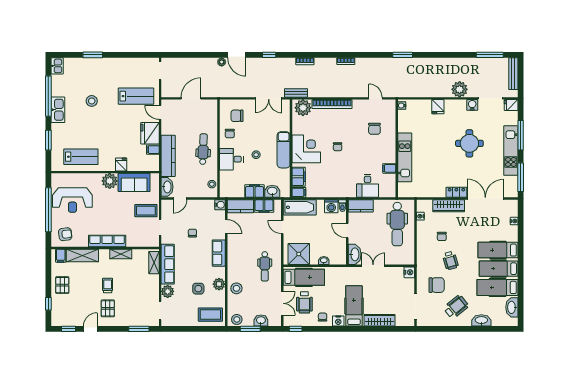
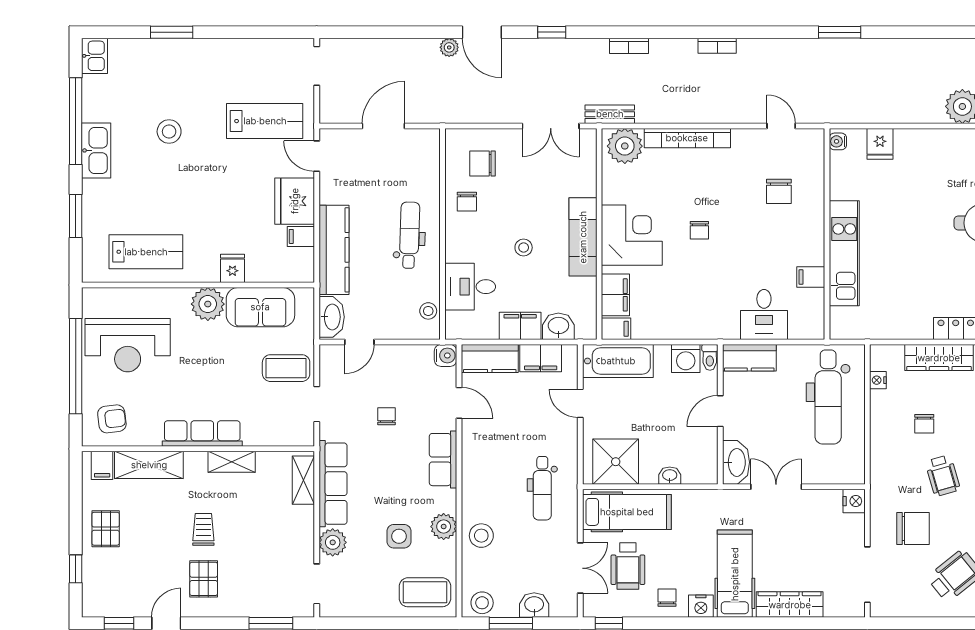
fridge: (438, 107) -> (880, 144), moved
desk: (231, 159) -> (470, 287), moved
door: (347, 231) -> (720, 411), hinge flipped

